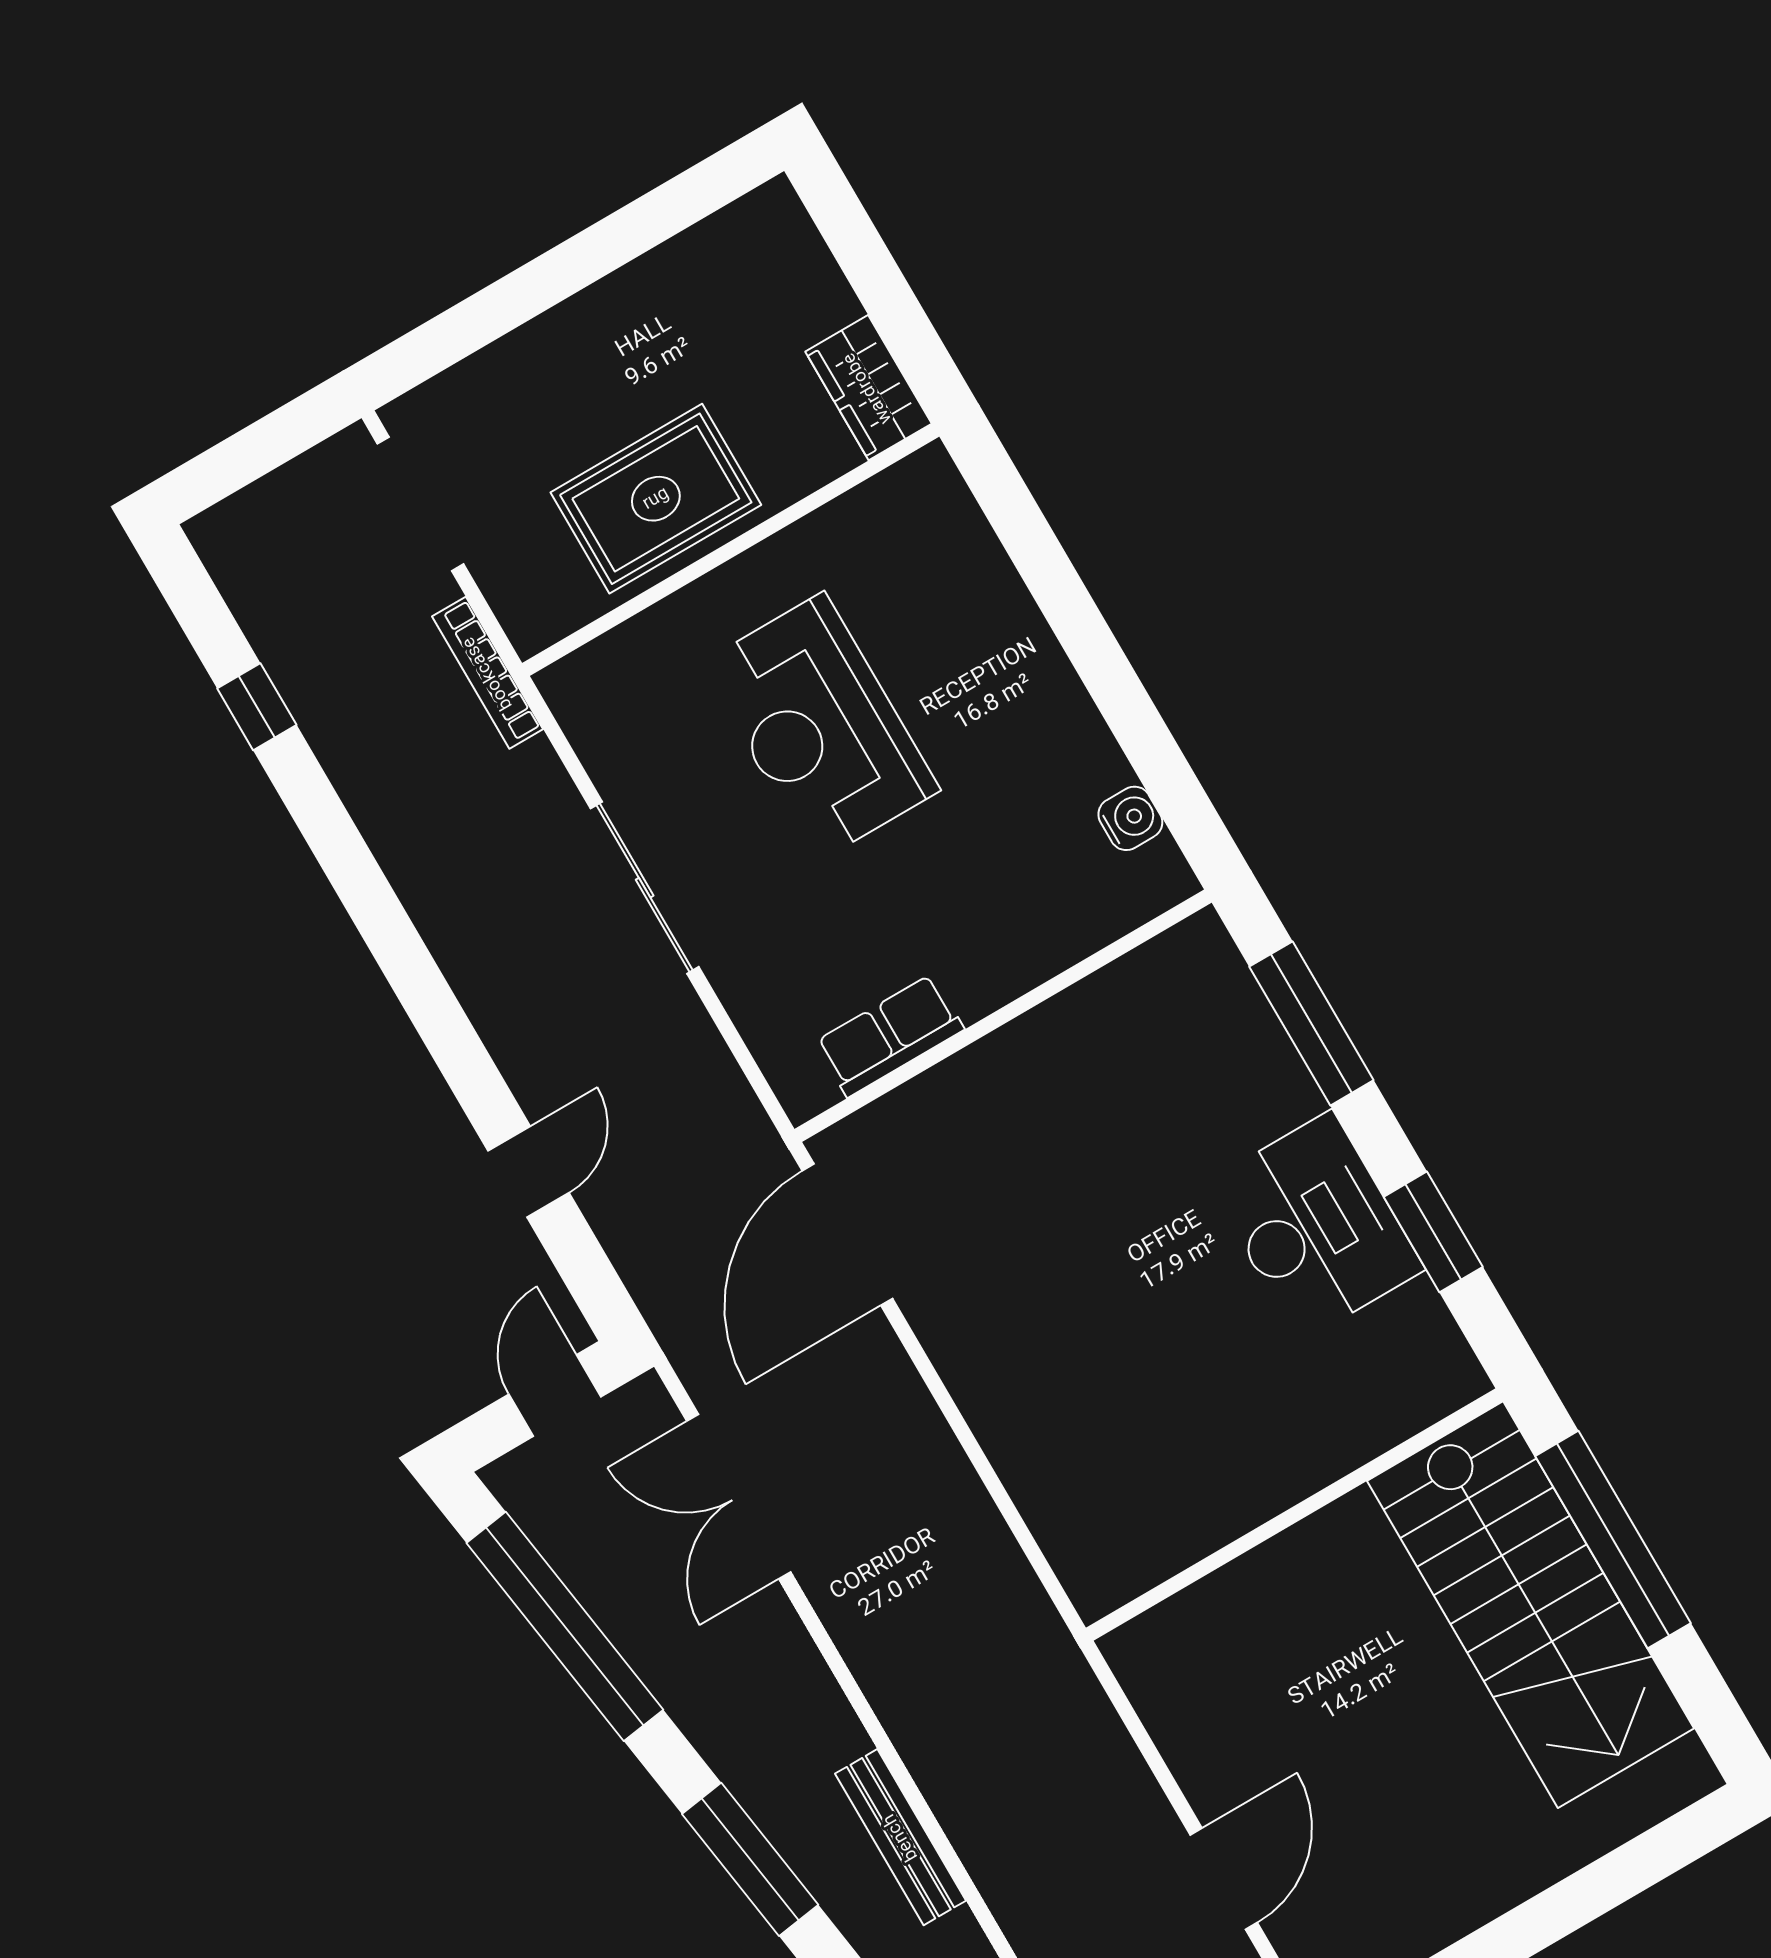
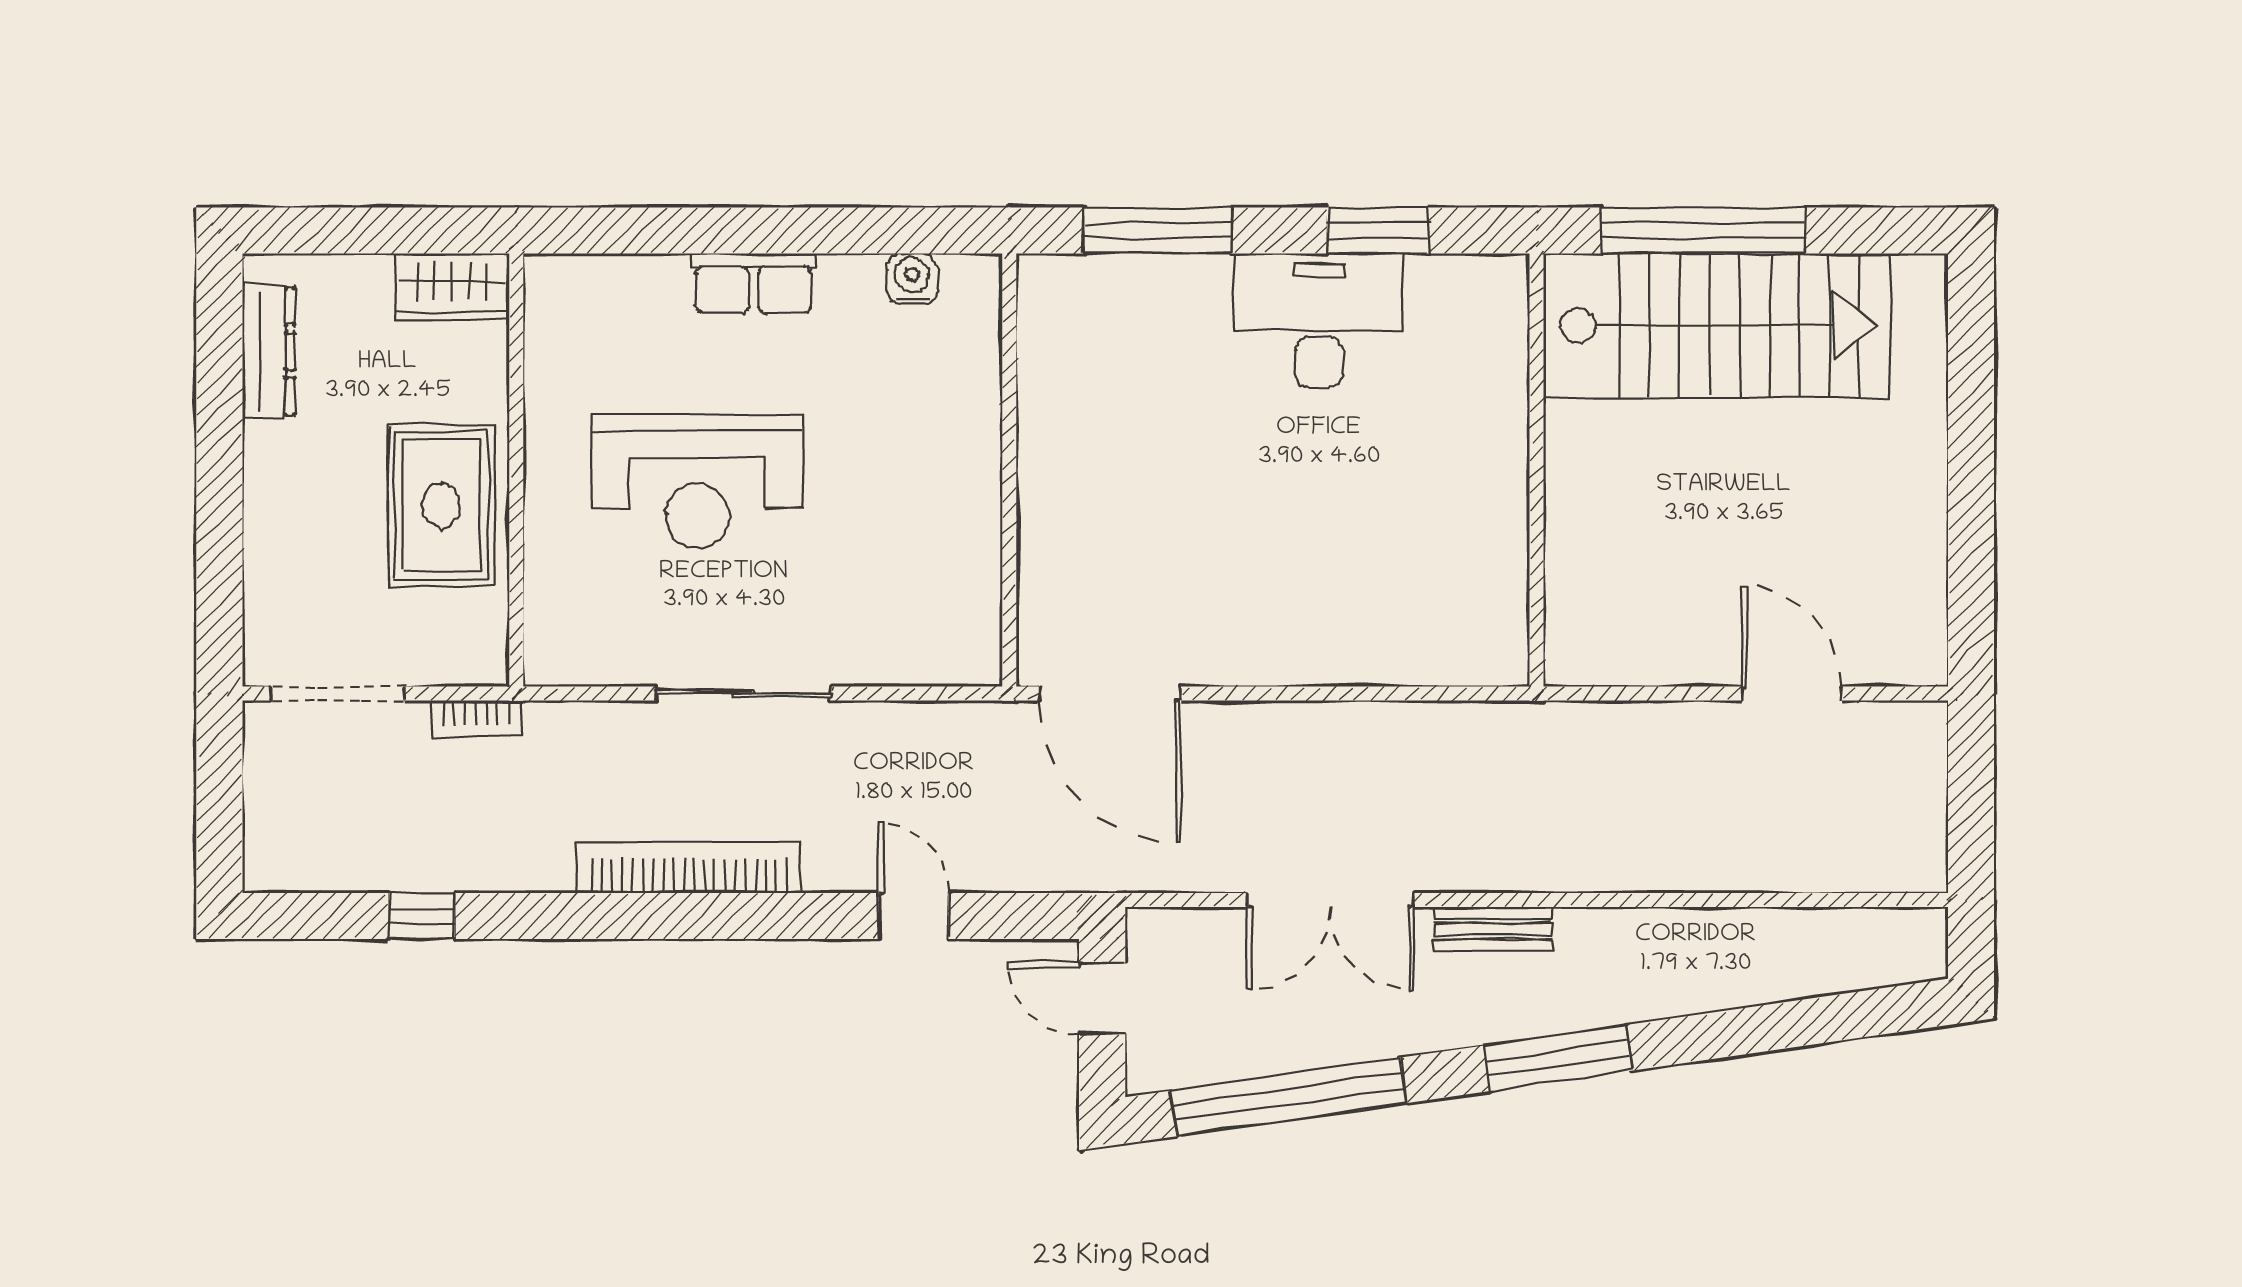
dresser: (706, 250) -> (269, 351), added
bookcase: (488, 673) -> (476, 718), width x0.64
bookcase: (450, 933) -> (689, 868), added
row of seats: (890, 1036) -> (753, 283), moved, turned -90
double door: (739, 1496) -> (1330, 900), moved
bench: (901, 1837) -> (1493, 929), moved, width x0.73

